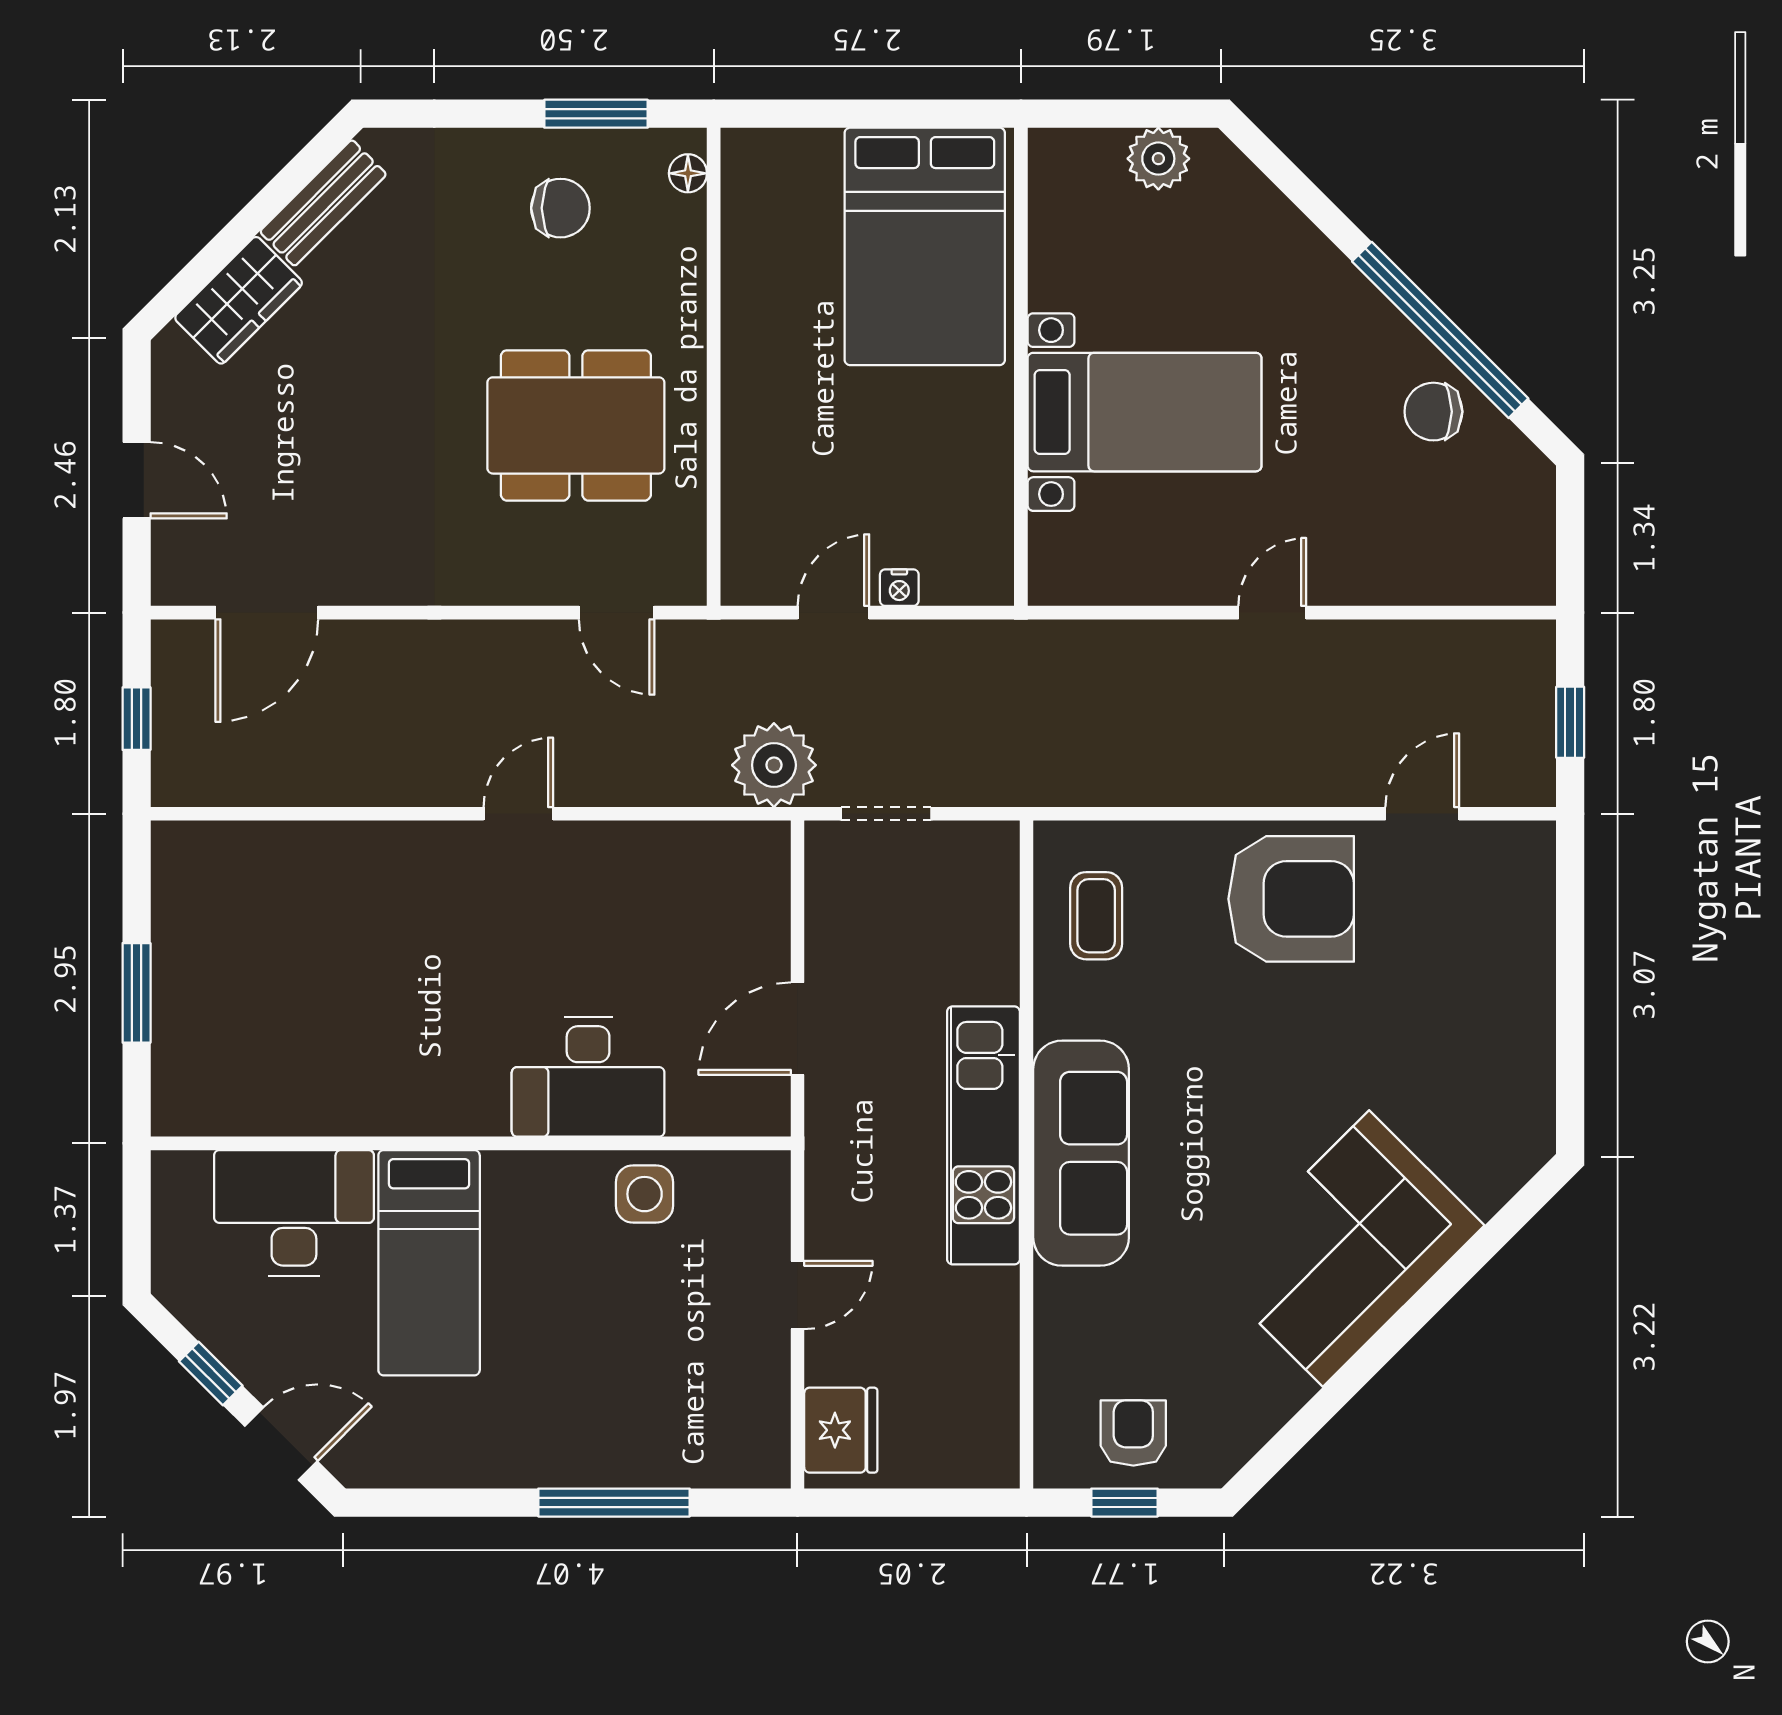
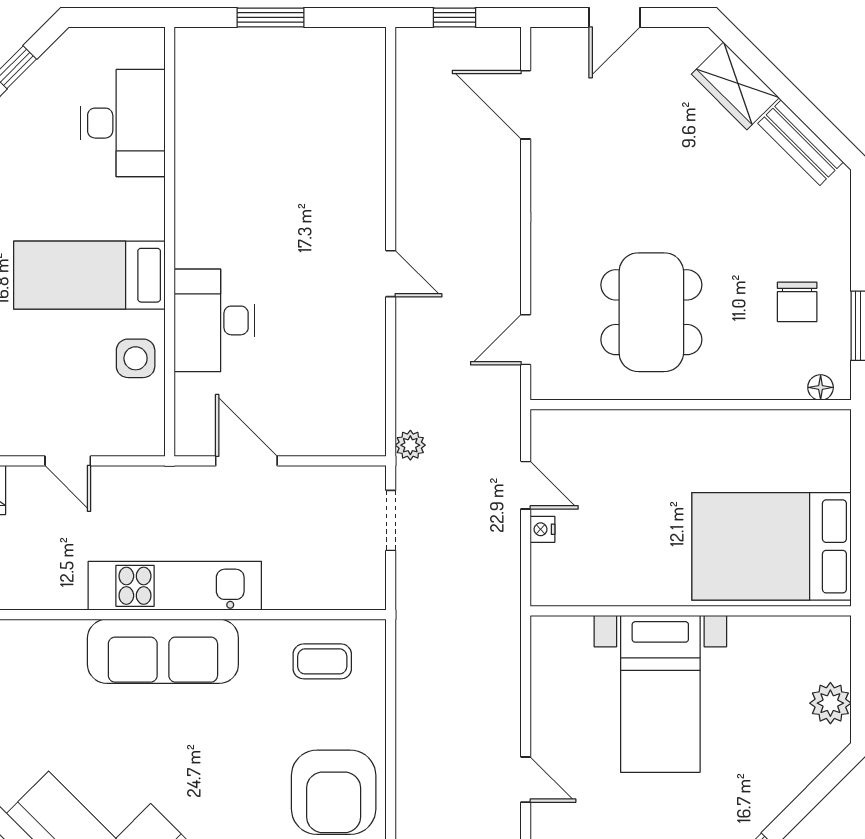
plant: (774, 765) -> (410, 445), width x0.53, depth x0.53
bed: (429, 1263) -> (89, 275), moved

